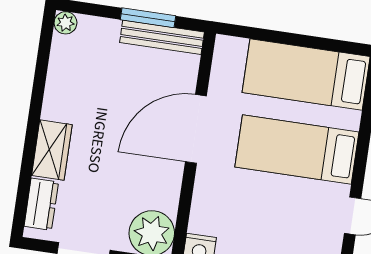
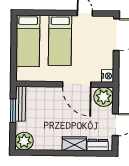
plant: (65, 23) -> (24, 141), width x1.88, depth x1.88
door: (196, 129) -> (77, 84), moved

